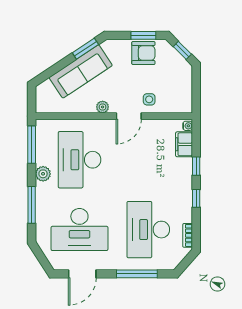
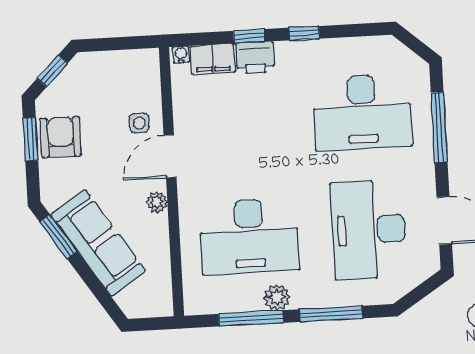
door: (129, 116) -> (170, 156), swing flipped
window: (32, 145) -> (251, 318), moved
printer: (183, 169) -> (255, 58), added
desk: (79, 230) -> (369, 230), turned 180
bookcase: (188, 235) -> (368, 44), removed

